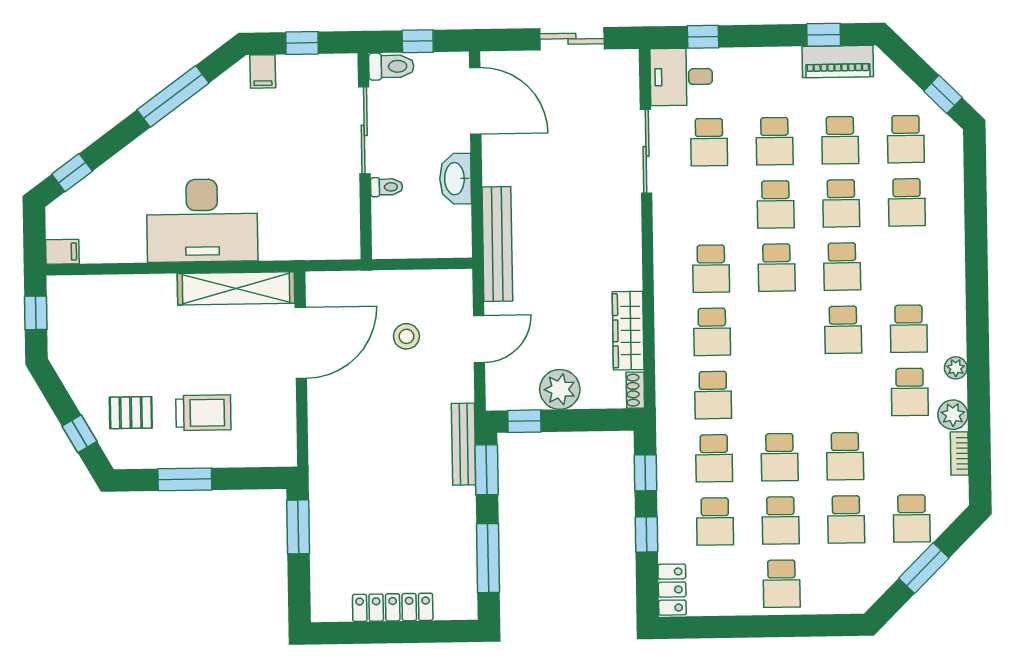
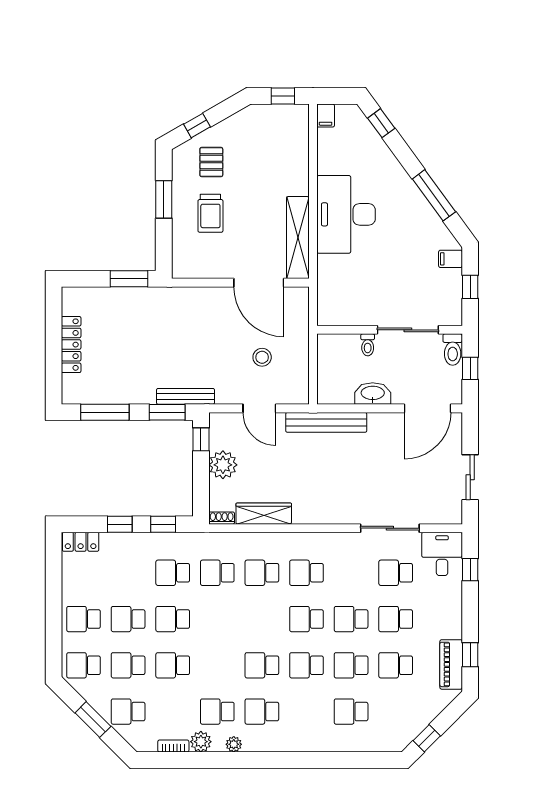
school desk: (906, 139) -> (396, 712), removed
school desk: (715, 521) -> (84, 665), moved

